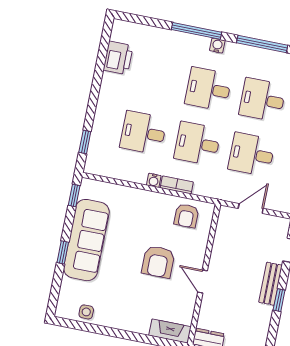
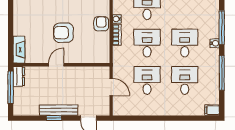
armchair: (186, 216) -> (101, 24), moved, turned 90
bench: (270, 284) -> (59, 110), width x1.36

